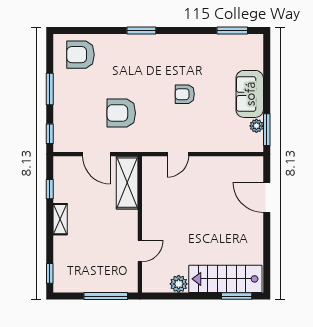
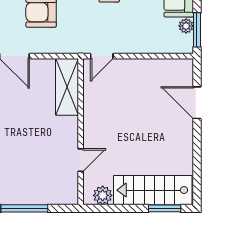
shelving: (127, 183) -> (67, 87), moved
wall: (140, 224) -> (81, 132), moved
door: (140, 251) -> (81, 160), moved

